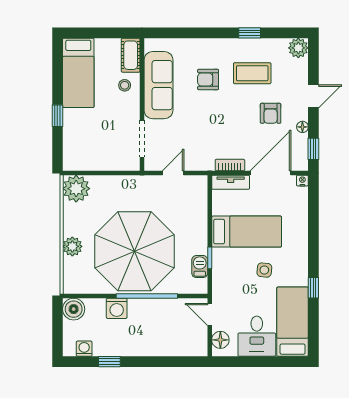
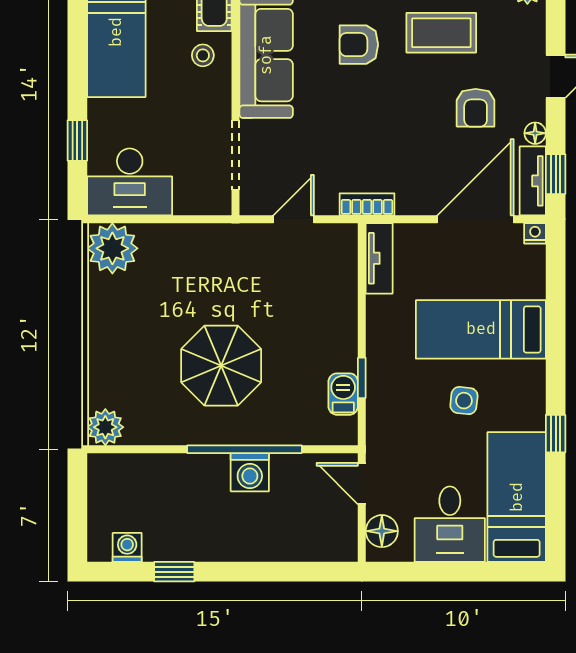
window: (57, 116) -> (77, 141), moved
tv unit: (301, 152) -> (533, 181), added
desk: (85, 153) -> (130, 182), added
bookcase: (230, 165) -> (367, 204), moved
tv unit: (231, 182) -> (379, 258), moved, turned -90
bed: (247, 232) -> (481, 329), moved, turned 180
plant: (72, 246) -> (105, 427), moved
parasol: (134, 251) -> (221, 366), width x0.54, depth x0.54
washing machine: (117, 308) -> (250, 472), moved
boiler: (74, 309) -> (108, 474), removed

